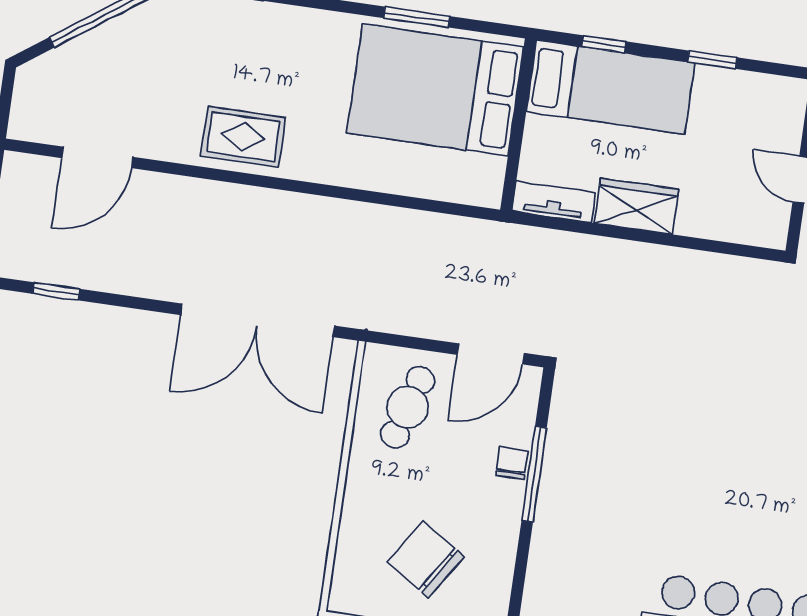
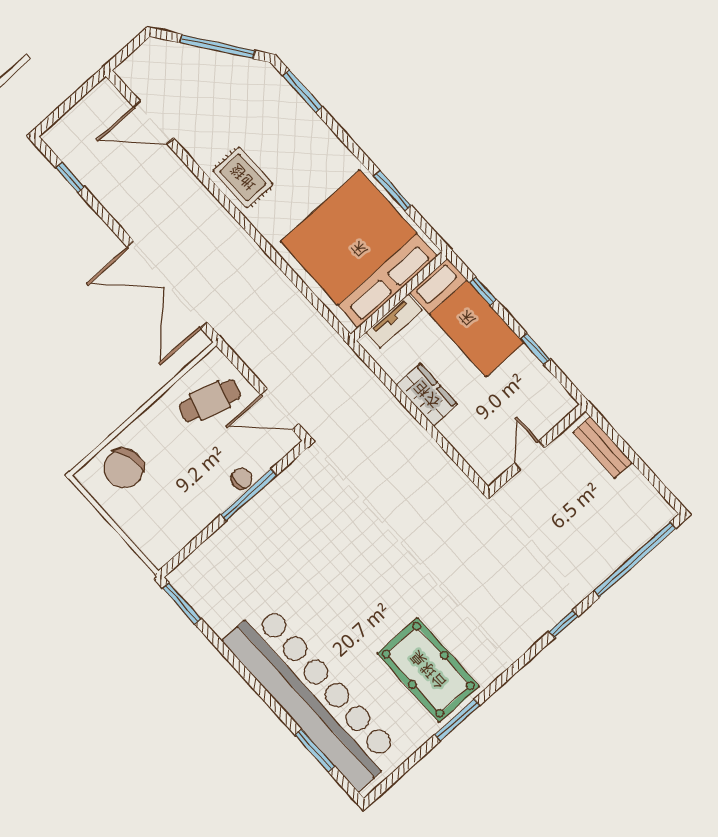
bed: (435, 90) -> (359, 249), width x1.36
tv unit: (554, 202) -> (394, 321), moved, turned 90
chair: (426, 559) -> (124, 468), moved, turned -138

